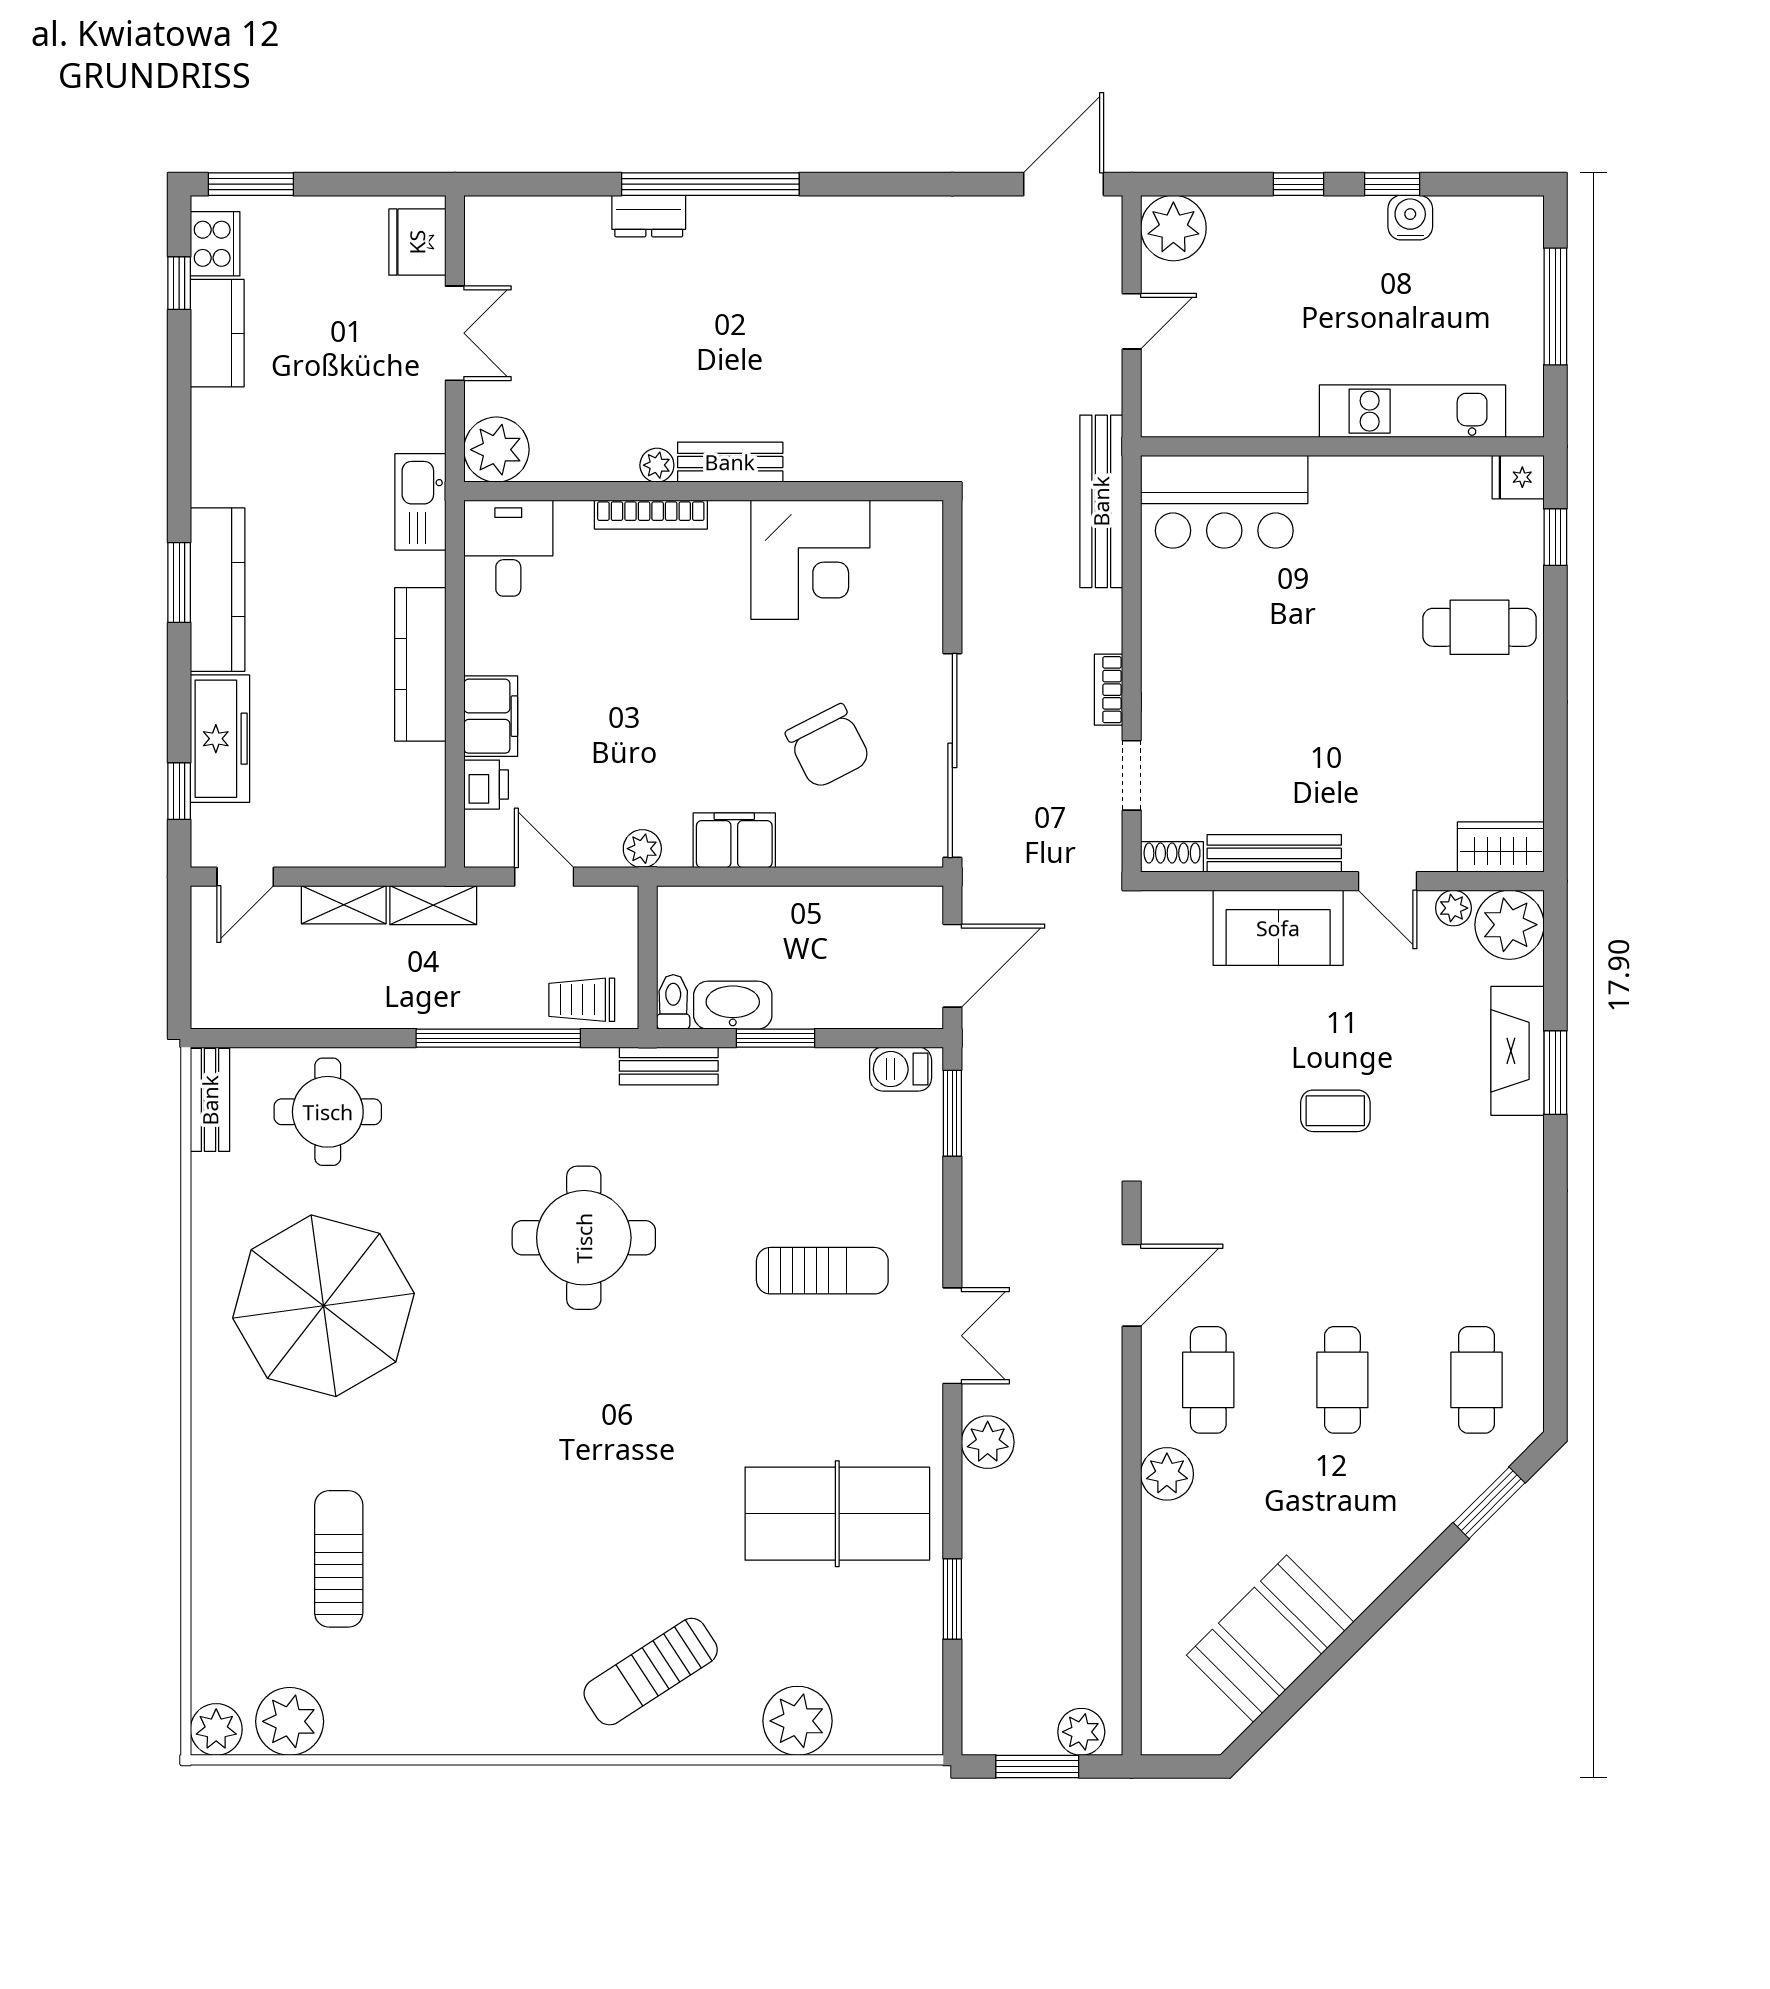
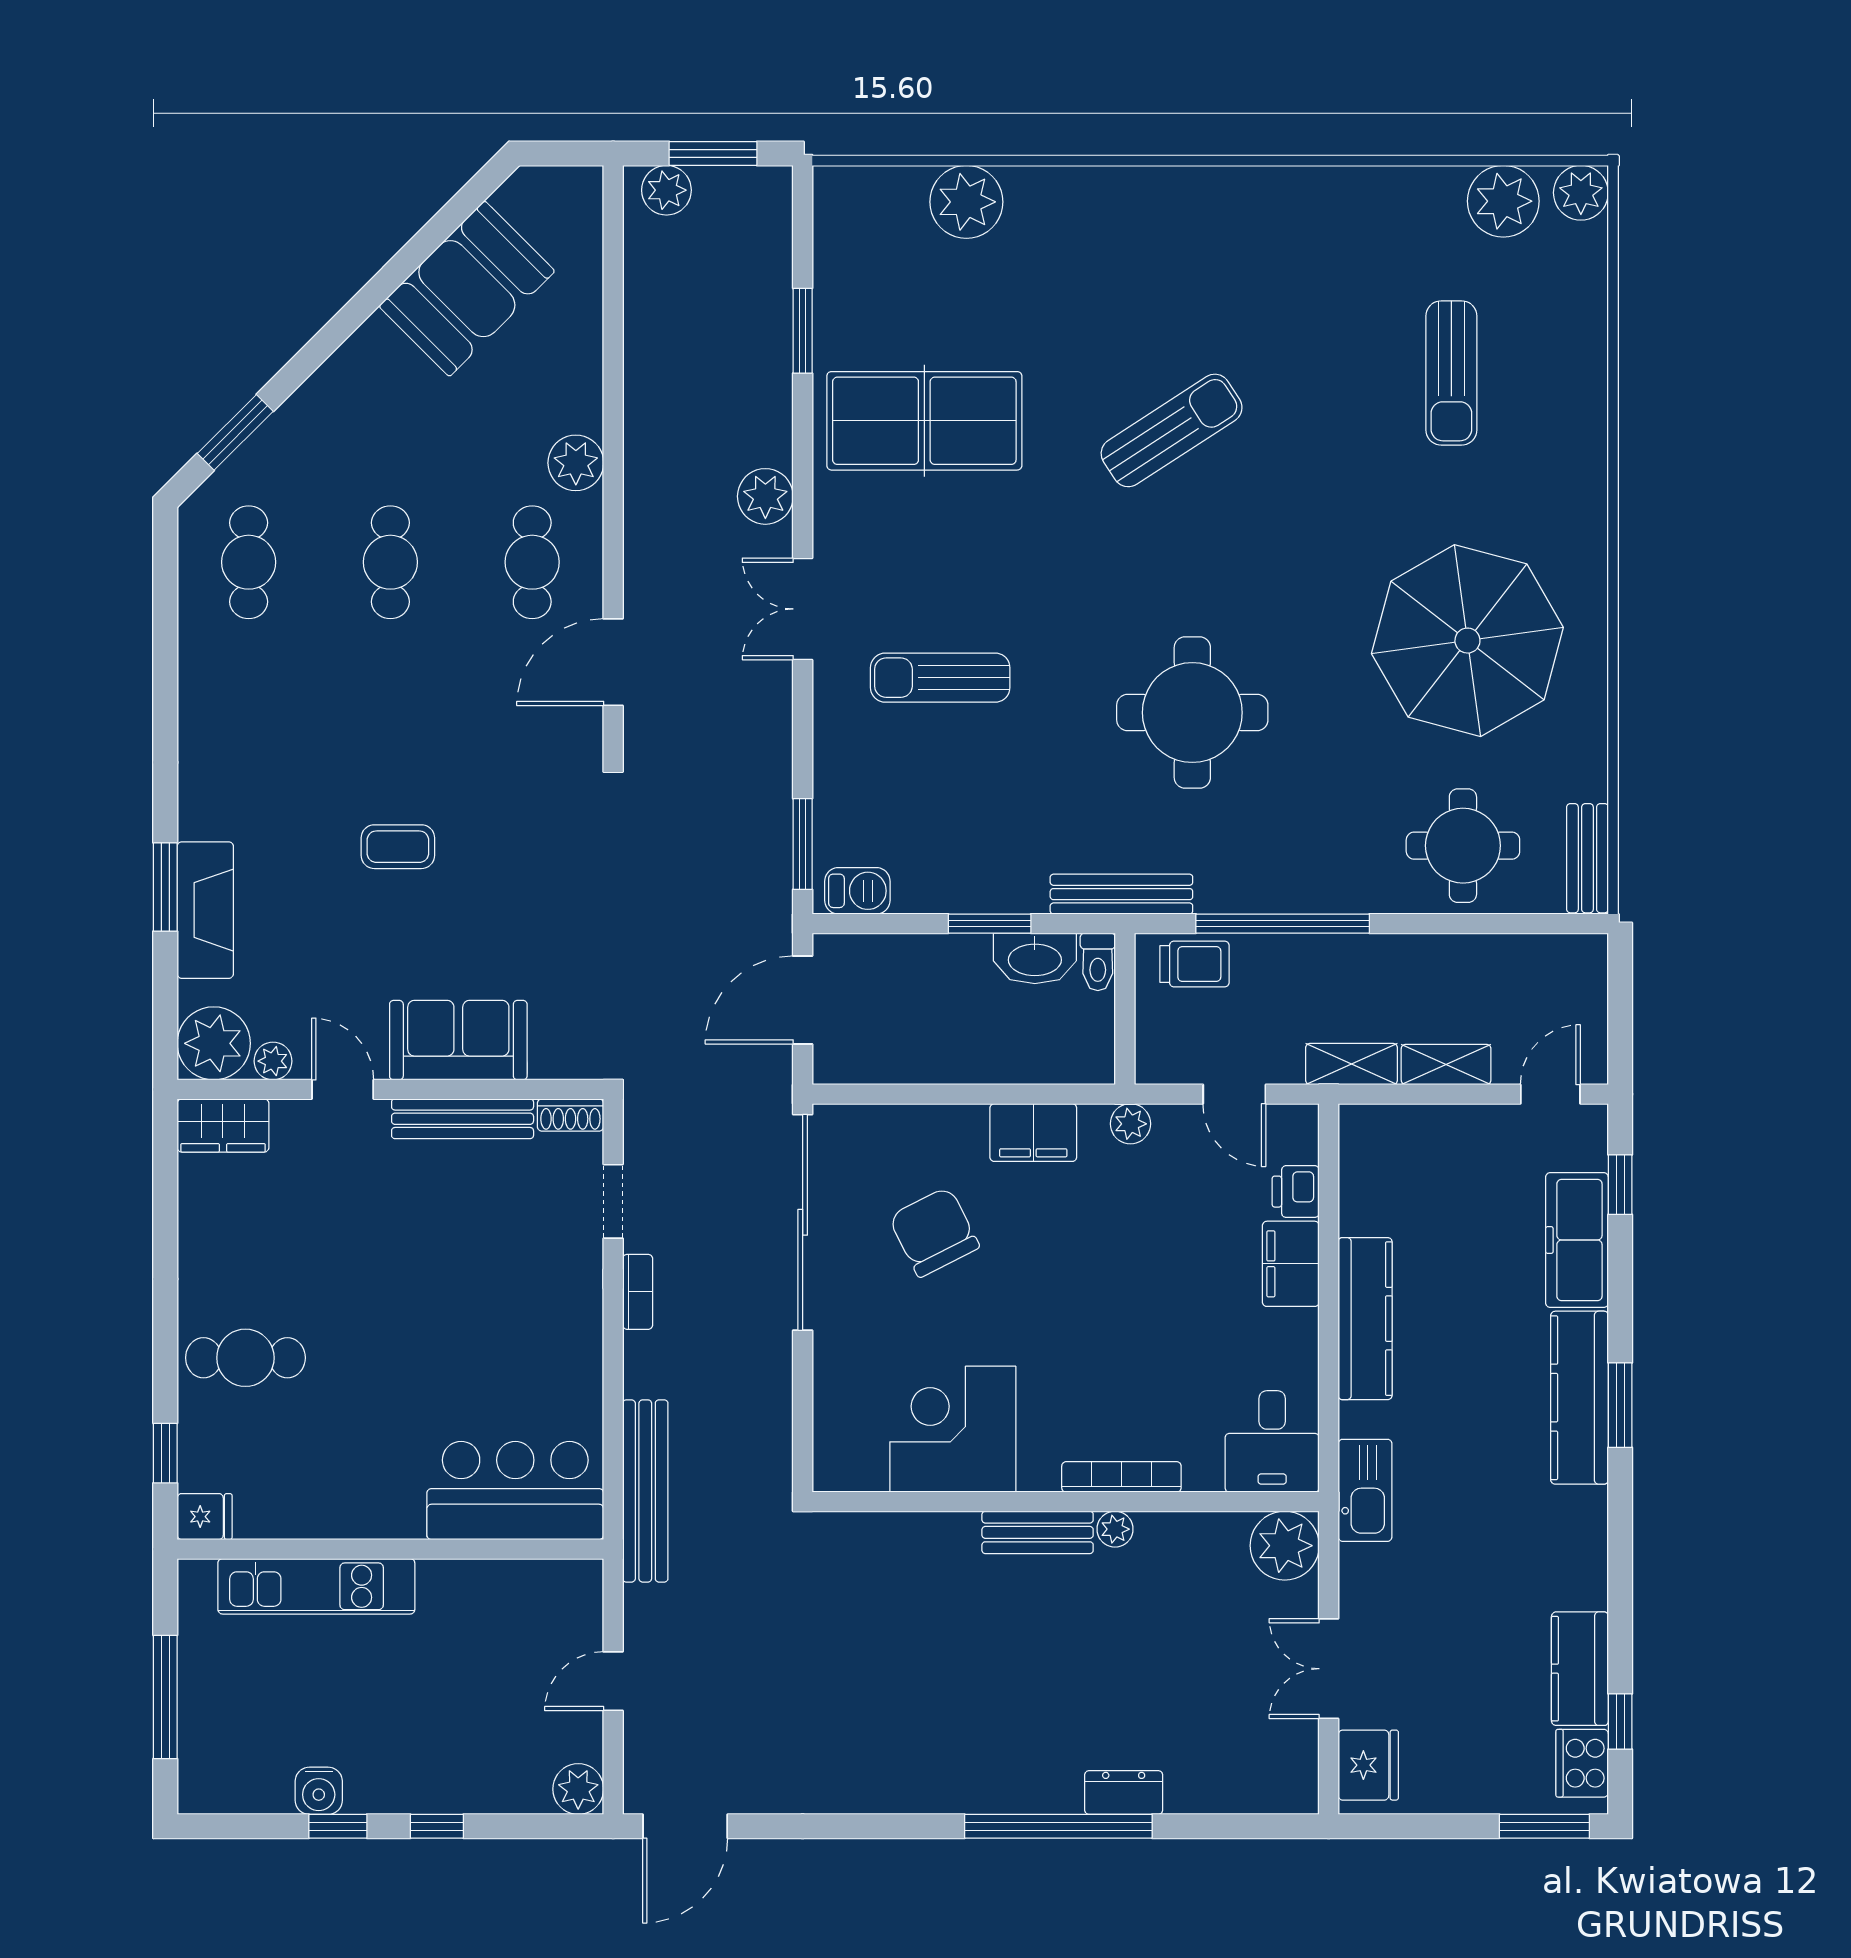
plant: (1173, 228) -> (578, 1789), width x0.73, depth x0.73
bench: (669, 1066) -> (1121, 894), width x1.36
sun lounger: (651, 1672) -> (1172, 430), moved

